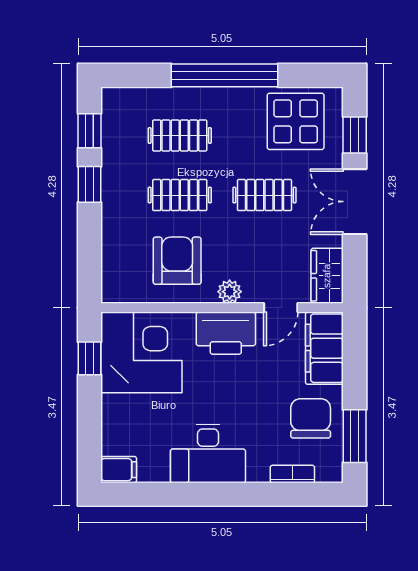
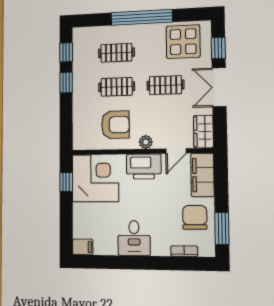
armchair: (177, 261) -> (115, 125), turned 90
desk: (208, 454) -> (134, 238), width x0.73

